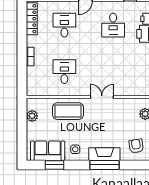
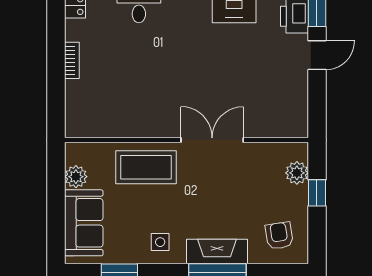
desk: (64, 72) -> (139, 90), removed
double door: (102, 97) -> (212, 140), width x1.37
sofa: (48, 151) -> (84, 223), moved, turned 90

